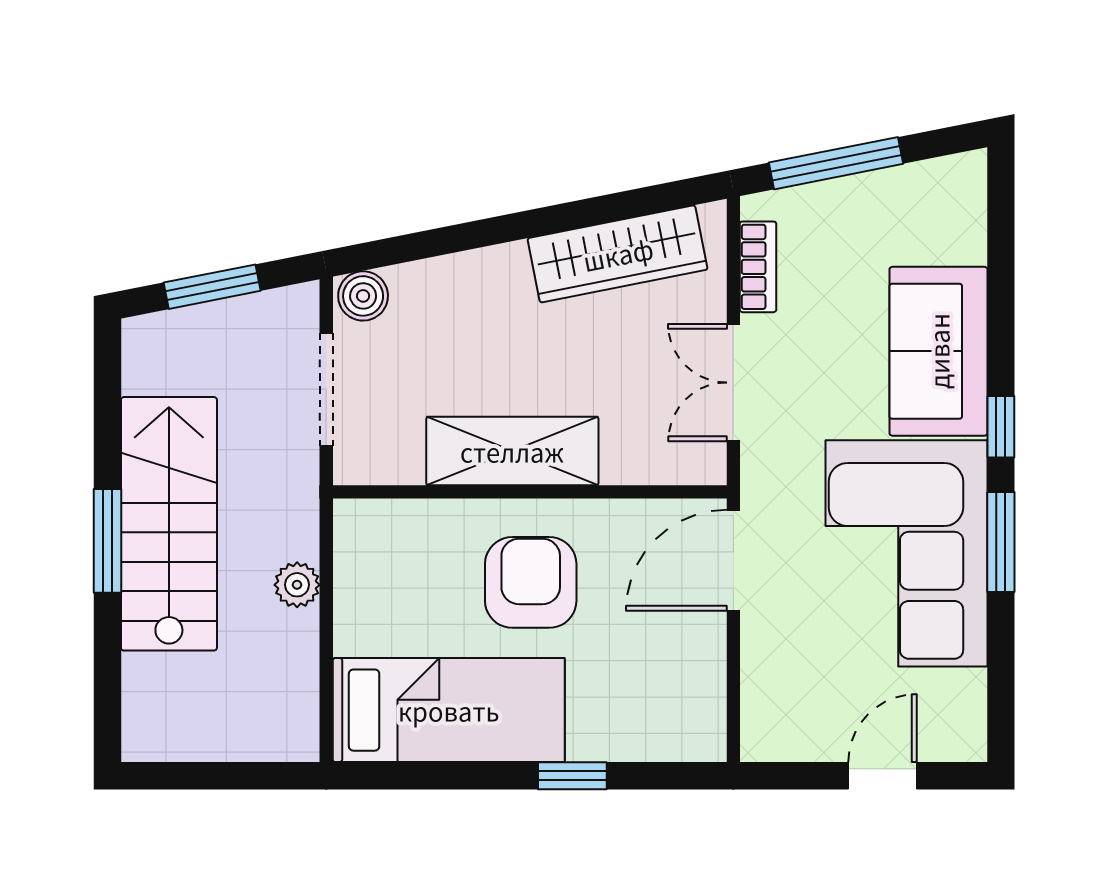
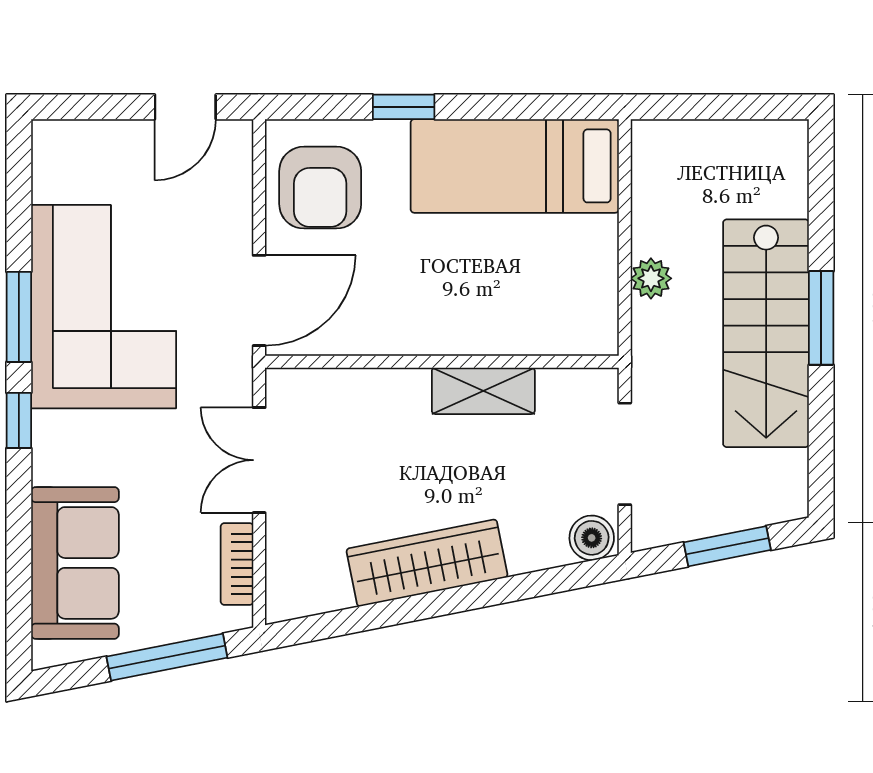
wardrobe: (618, 254) -> (427, 563), moved
sofa: (938, 351) -> (75, 563), moved
double door: (733, 383) -> (259, 460), swing flipped
shelving: (512, 451) -> (483, 391), width x0.67, depth x0.75
armchair: (531, 582) -> (320, 188), moved
door: (883, 776) -> (185, 107), moved

